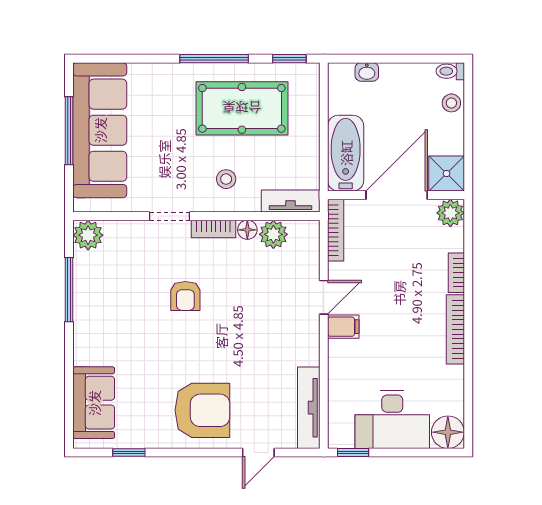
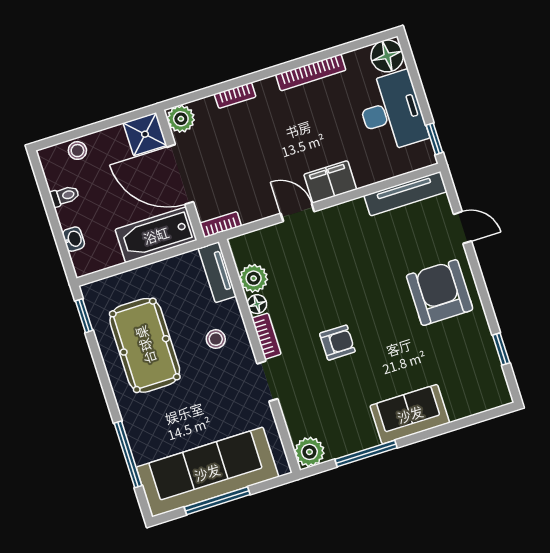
window: (214, 59) -> (128, 454), moved
toilet: (450, 71) -> (65, 196), moved, turned -90
bookcase: (336, 230) -> (221, 225), width x0.64
filing cabinet: (343, 327) -> (330, 182), width x2.00
bookcase: (455, 329) -> (311, 72), moved
sofa: (94, 403) -> (410, 414), moved

